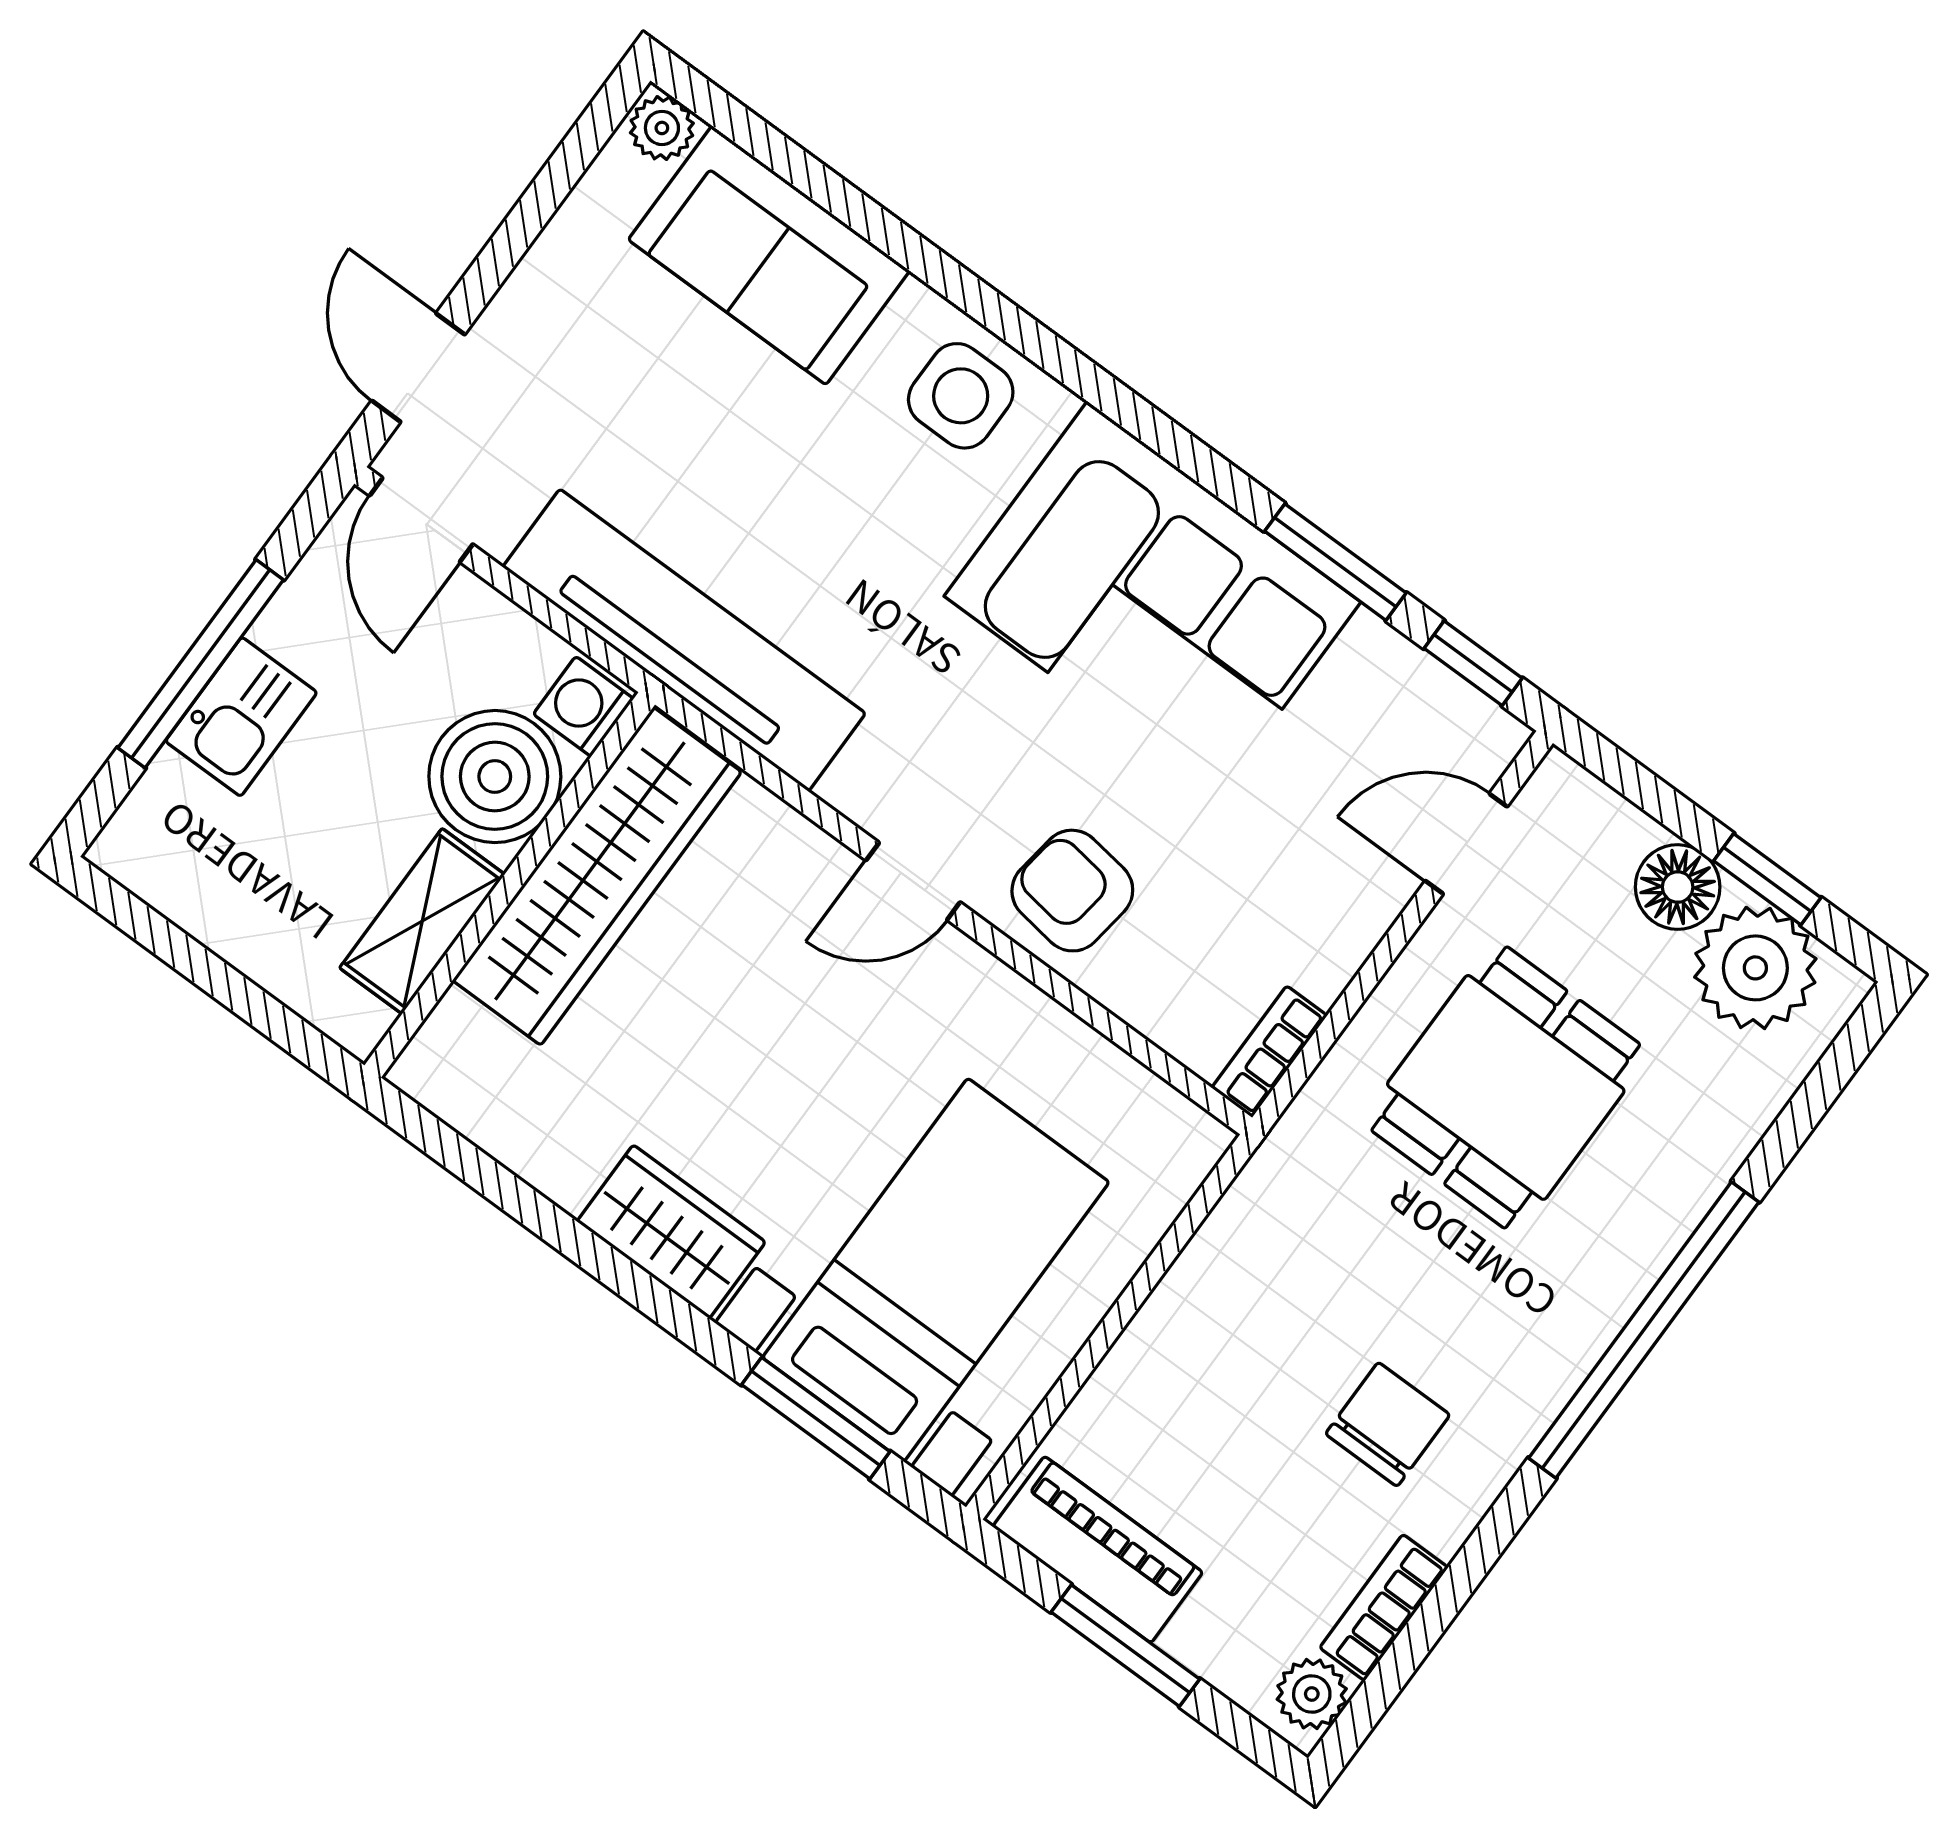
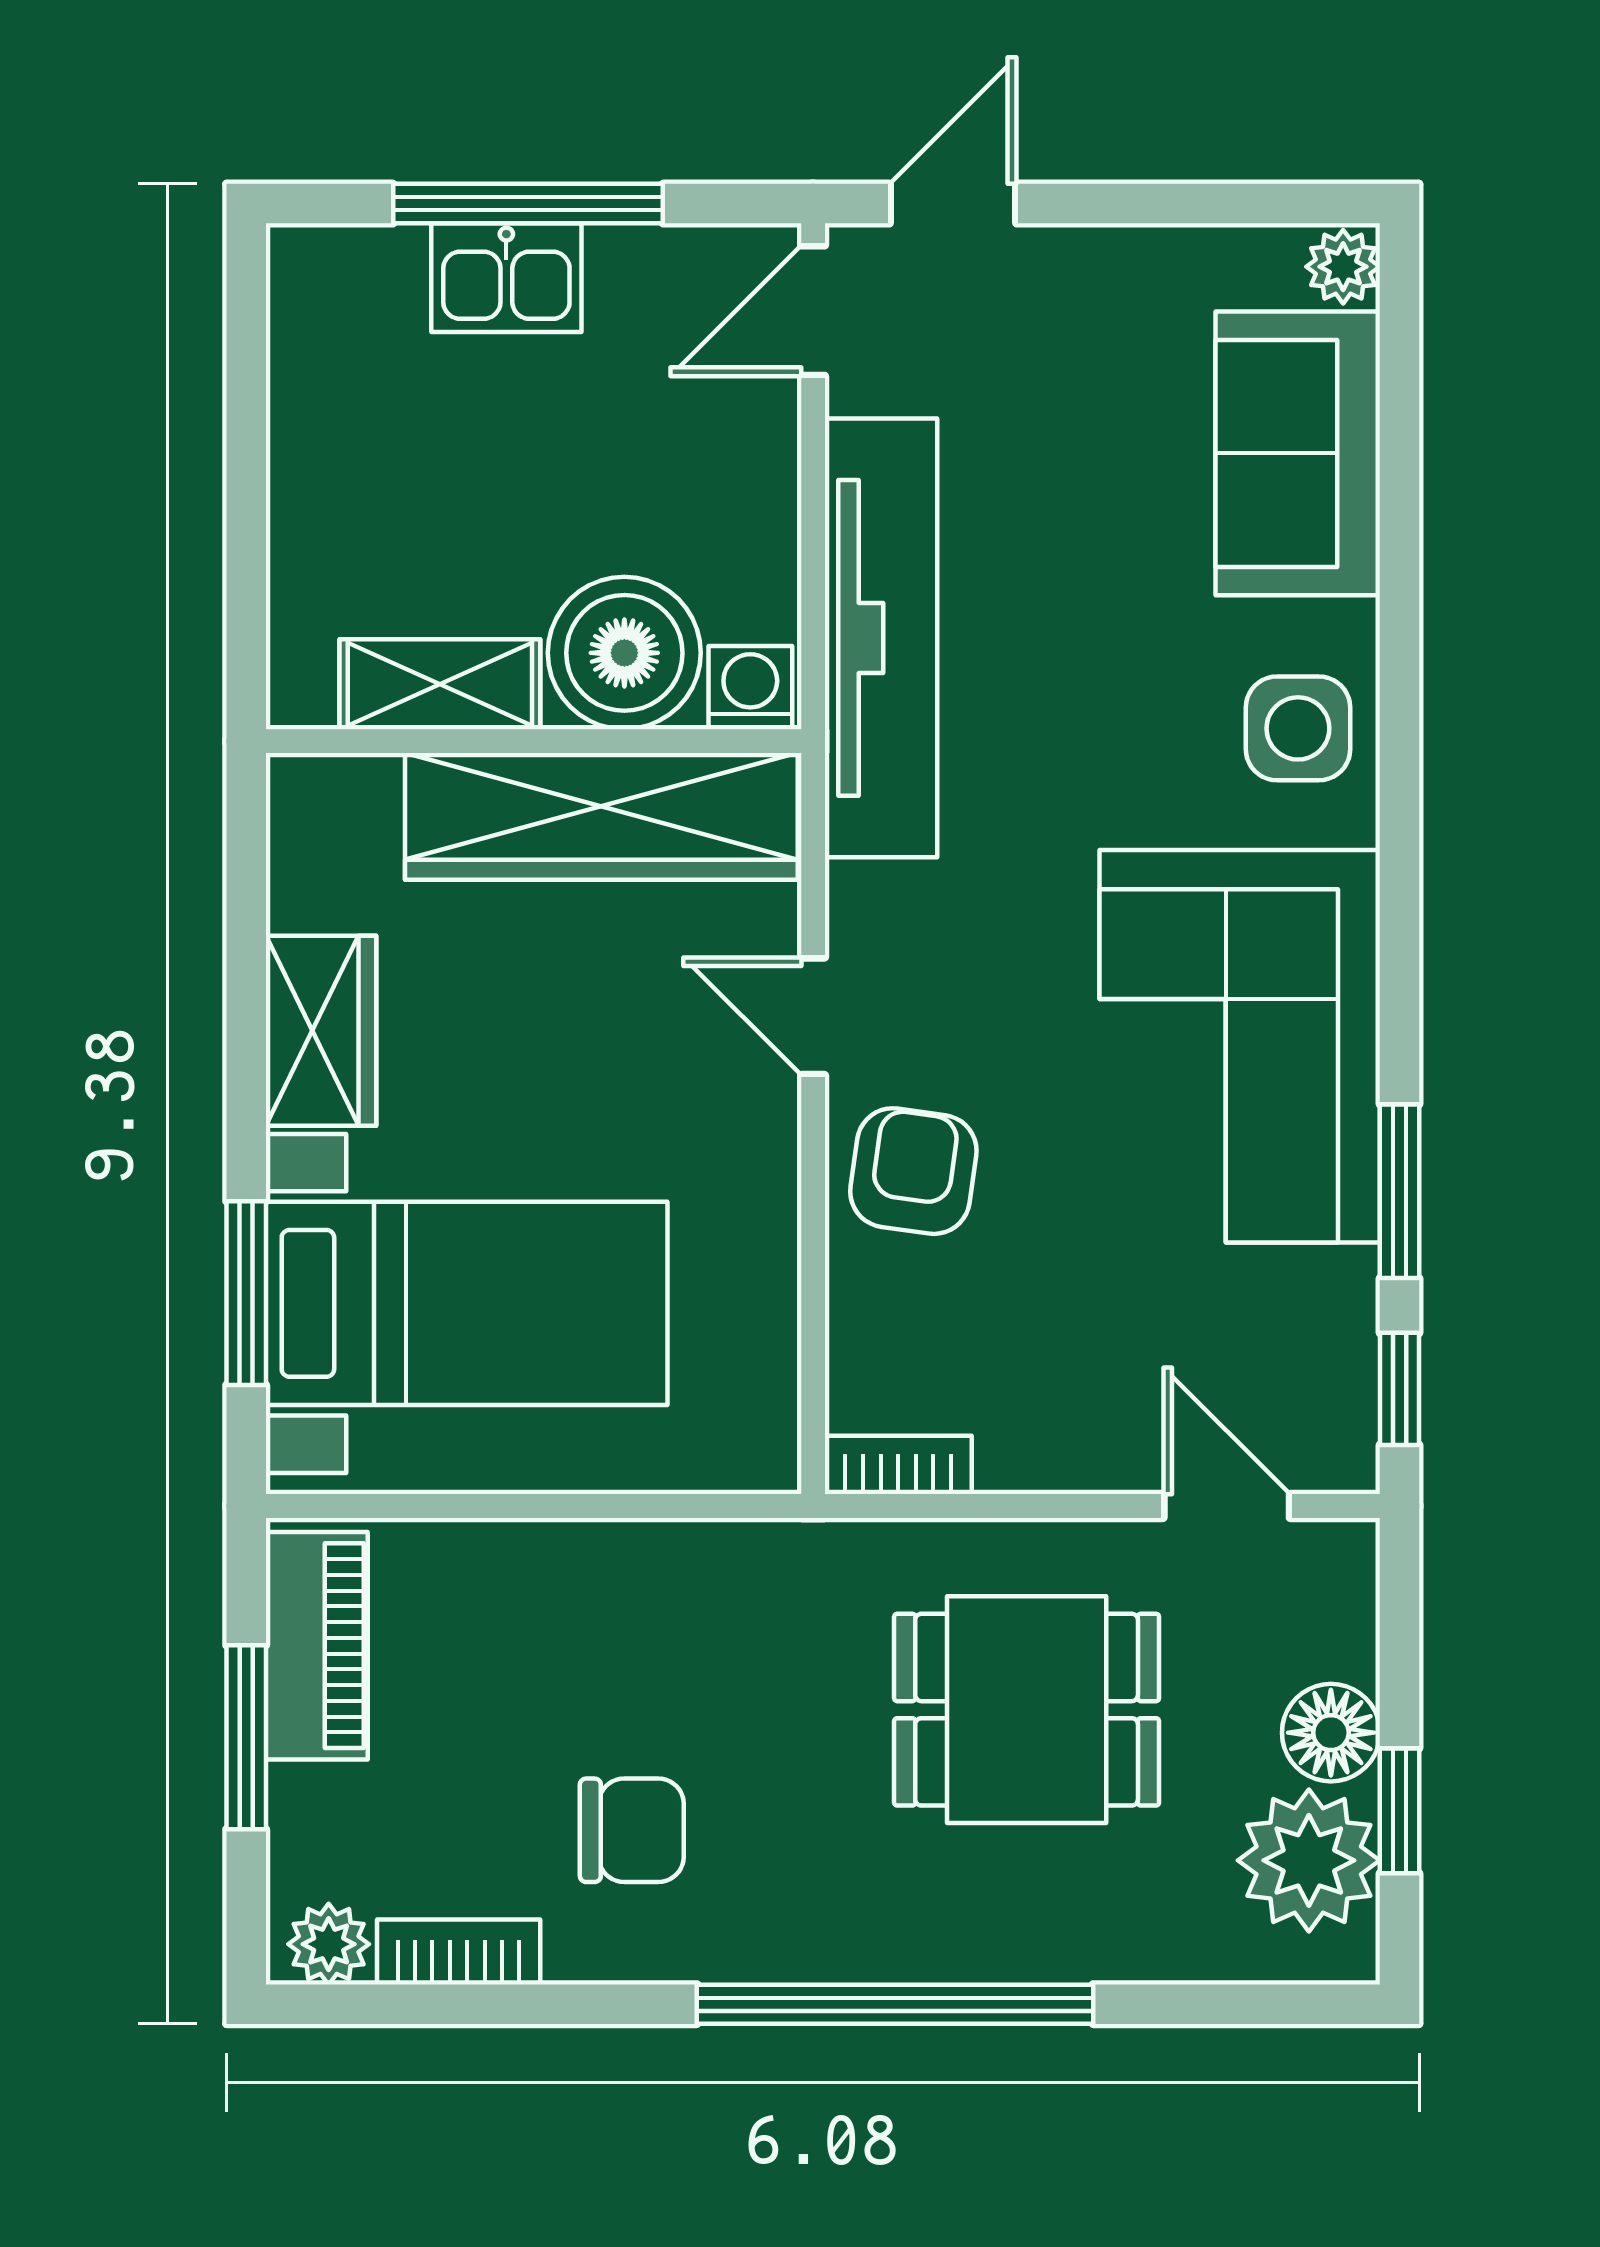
washing machine: (583, 706) -> (750, 688), moved
boiler: (495, 777) -> (624, 653), moved
wardrobe: (597, 876) -> (601, 816), moved
wall: (510, 885) -> (534, 741), moved
shelving: (422, 921) -> (440, 684), moved

